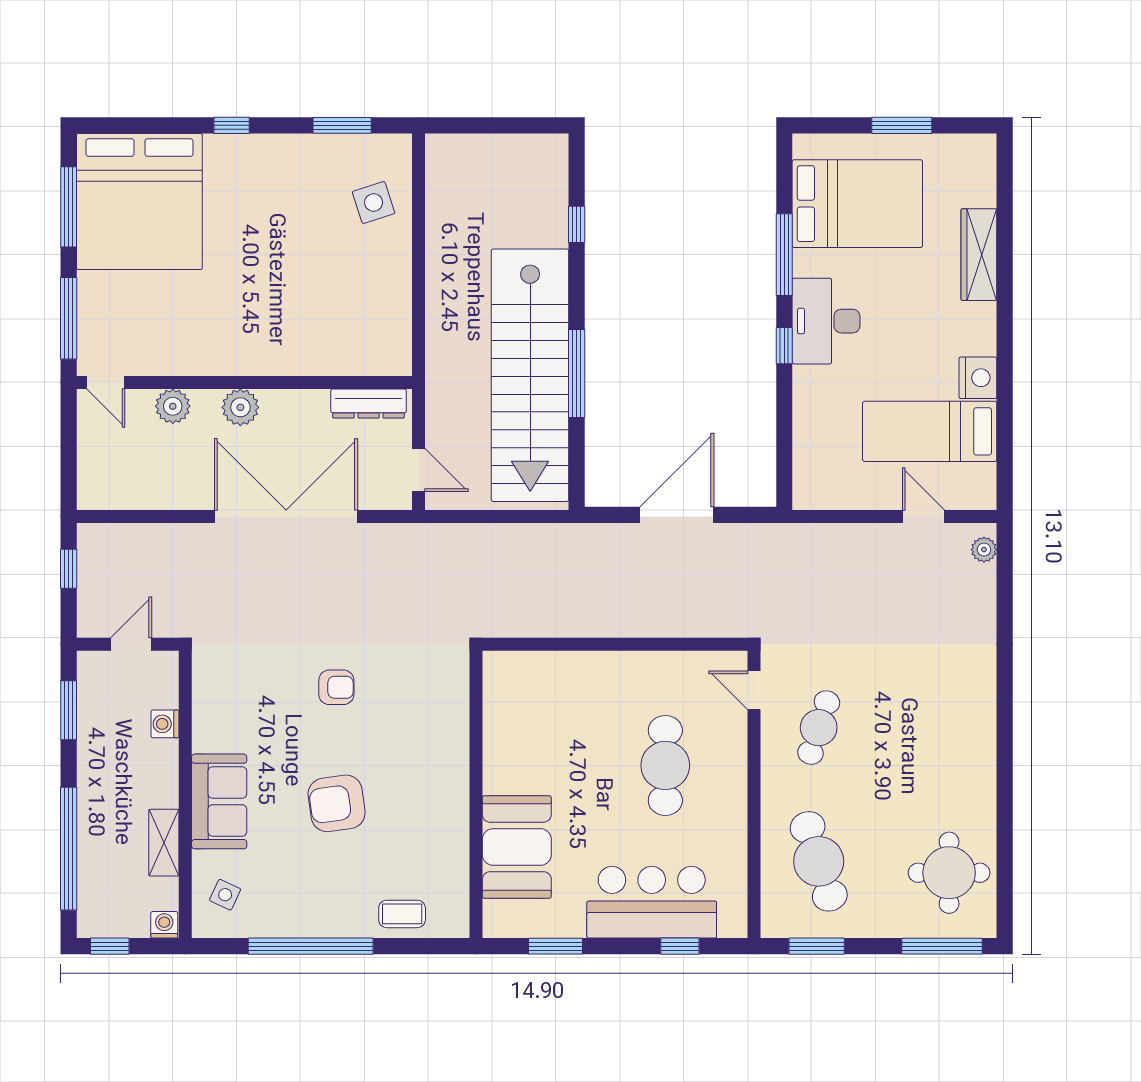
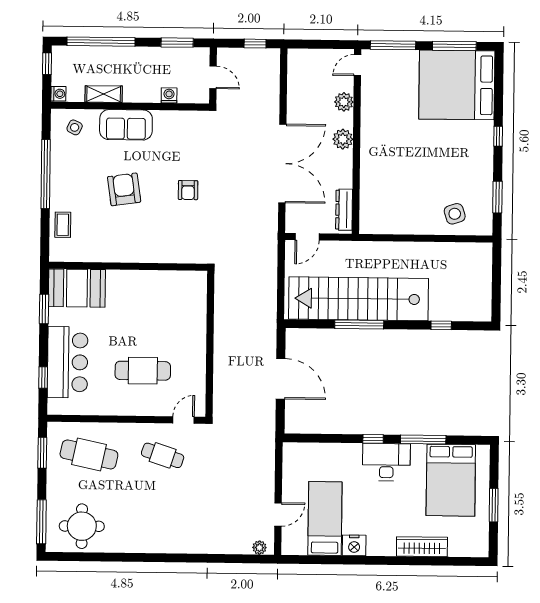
booth: (517, 847) -> (77, 288), moved
cafe table: (819, 861) -> (89, 454), turned 30

